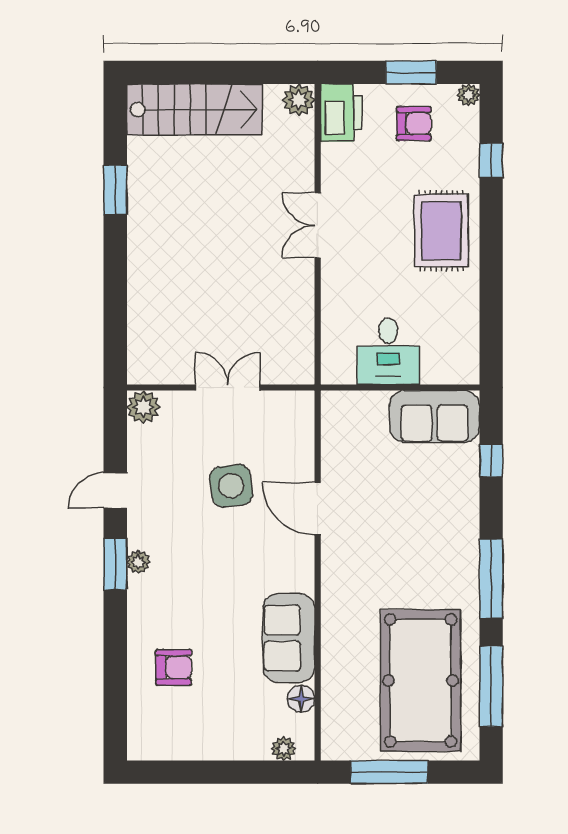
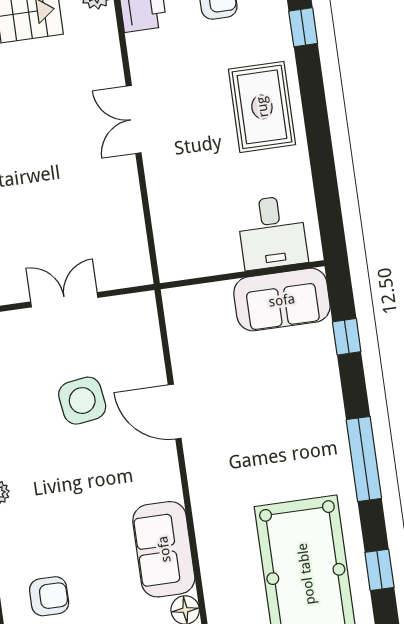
desk: (388, 351) -> (272, 232), moved
window: (491, 686) -> (379, 570), width x0.46

